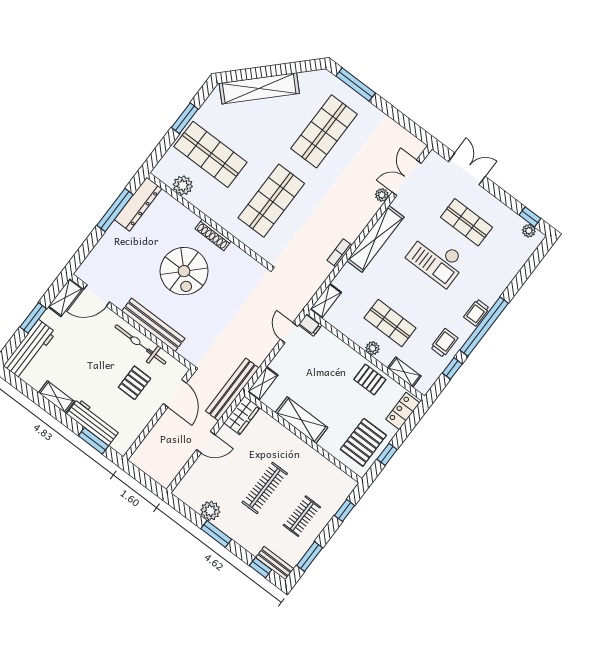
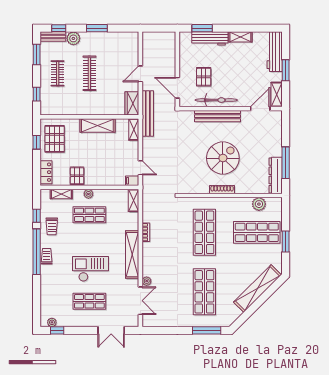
spiral stairs: (184, 271) -> (223, 158), turned 90
pallet: (370, 380) -> (77, 176), turned 90
plant: (210, 511) -> (73, 38), moved

